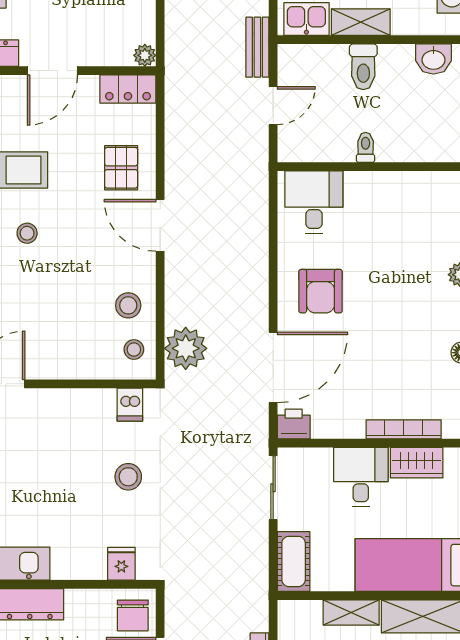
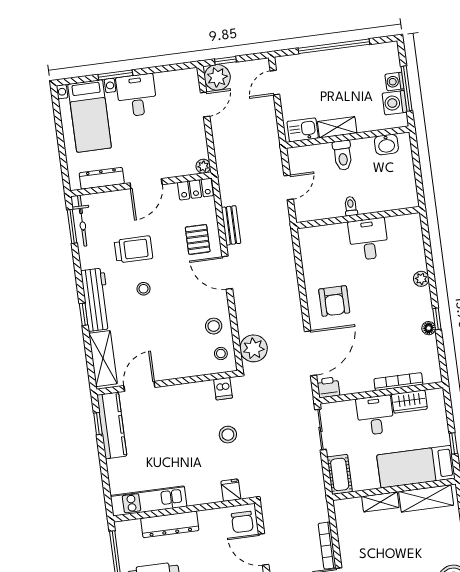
bench: (257, 47) -> (231, 225), moved
desk: (314, 202) -> (368, 239), moved

